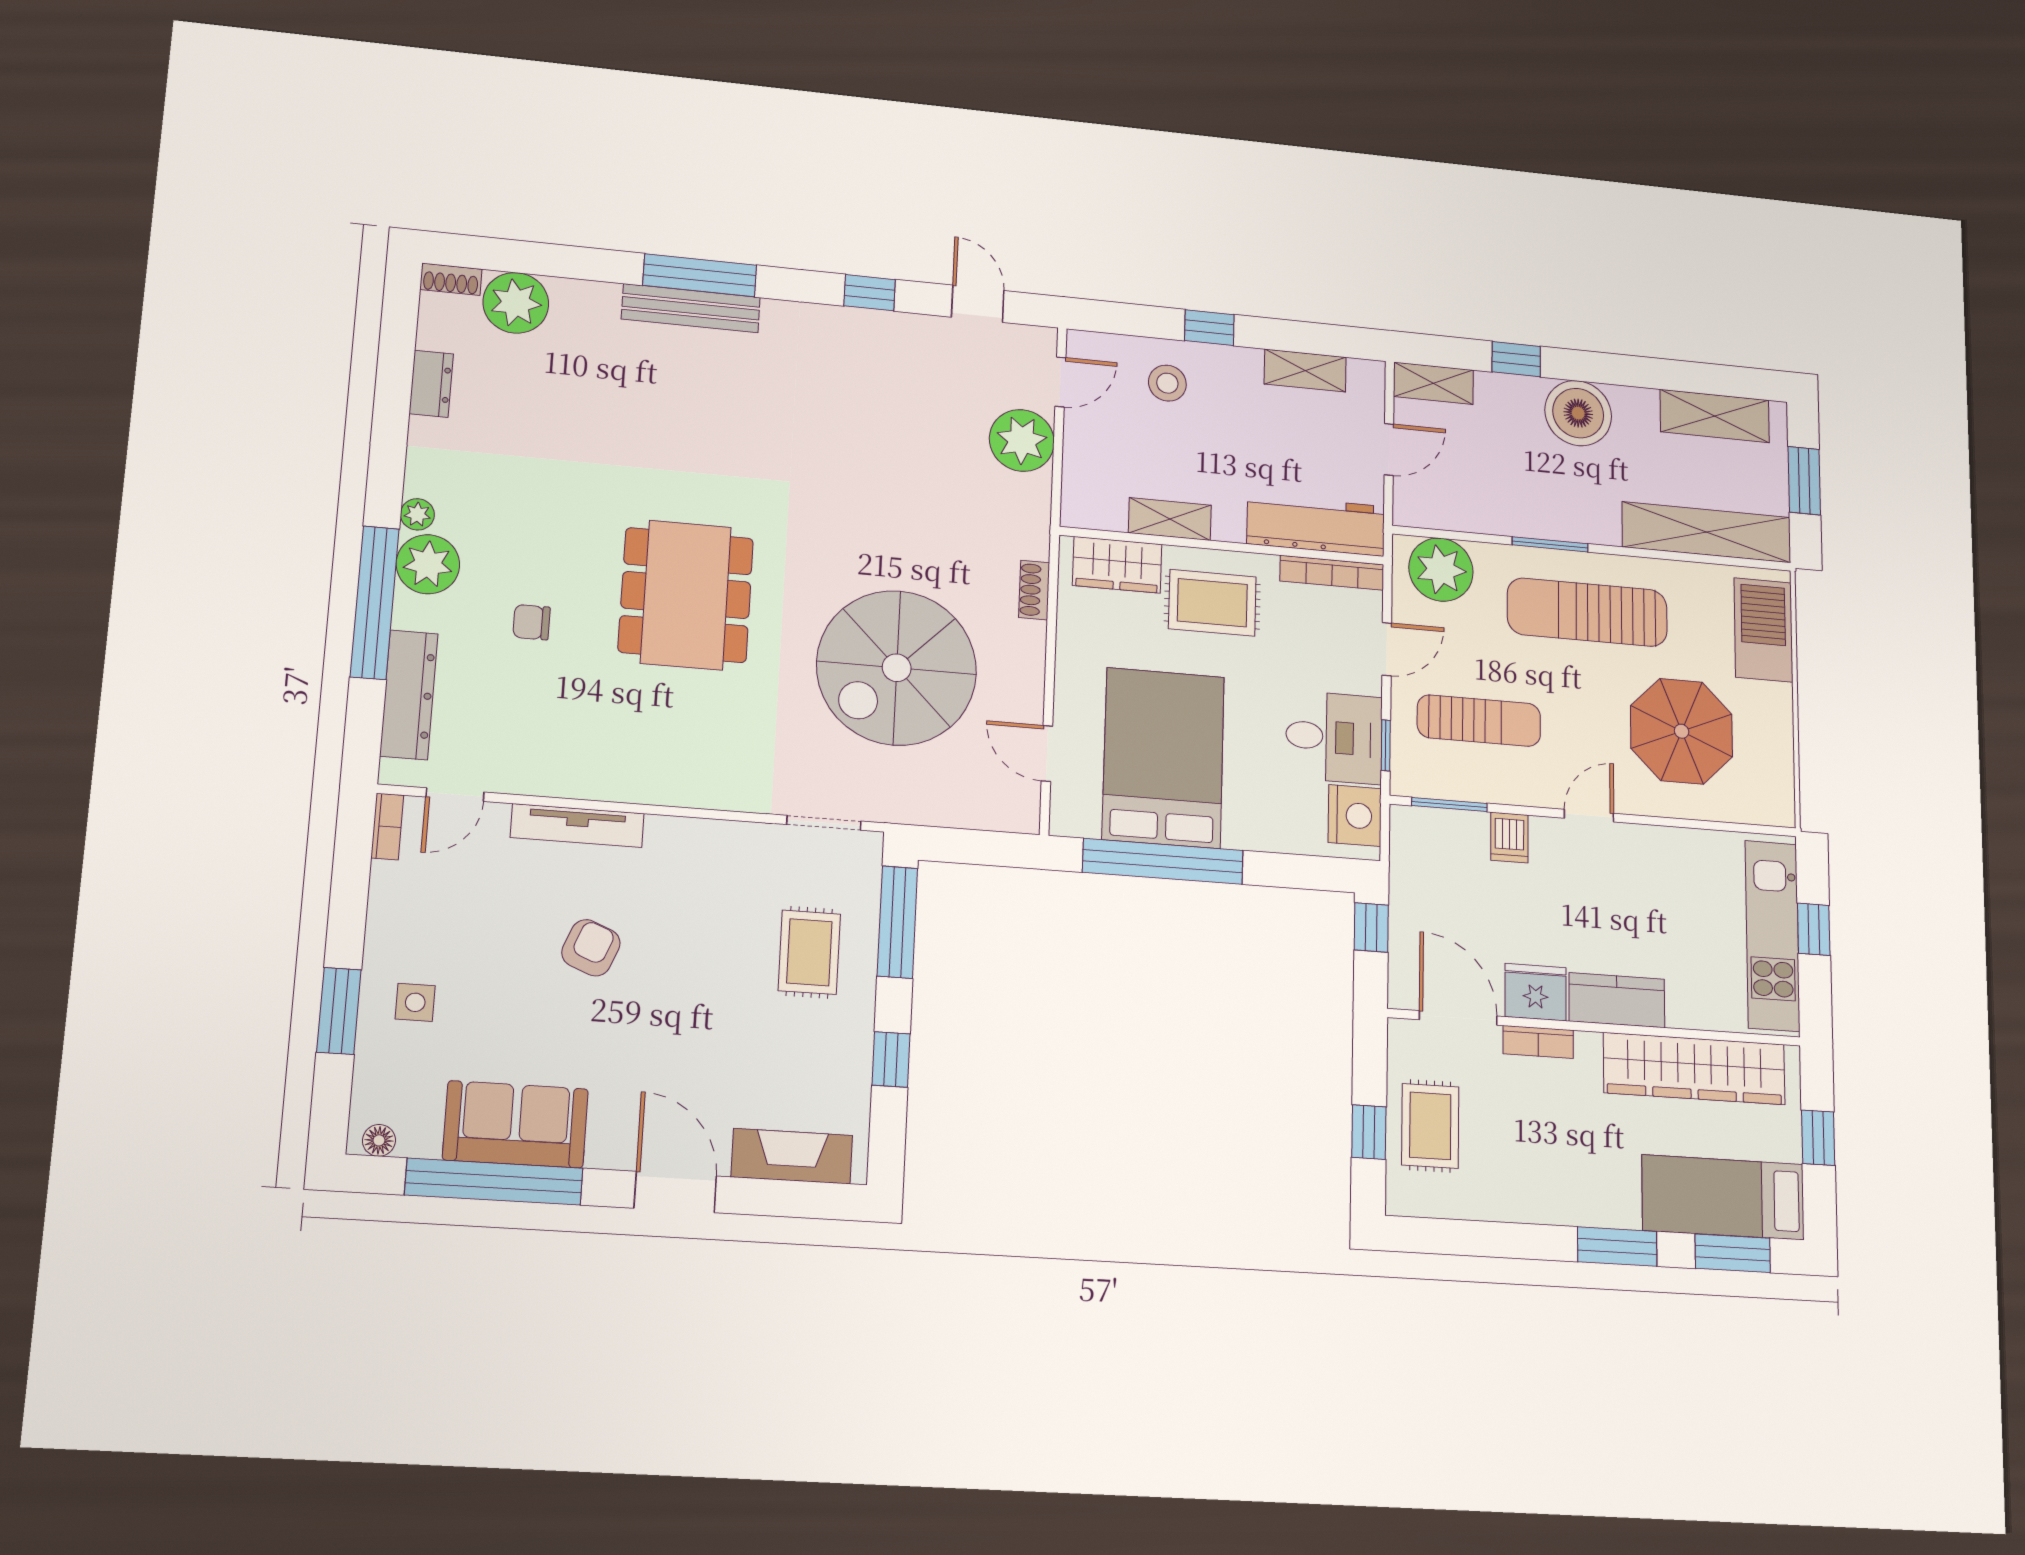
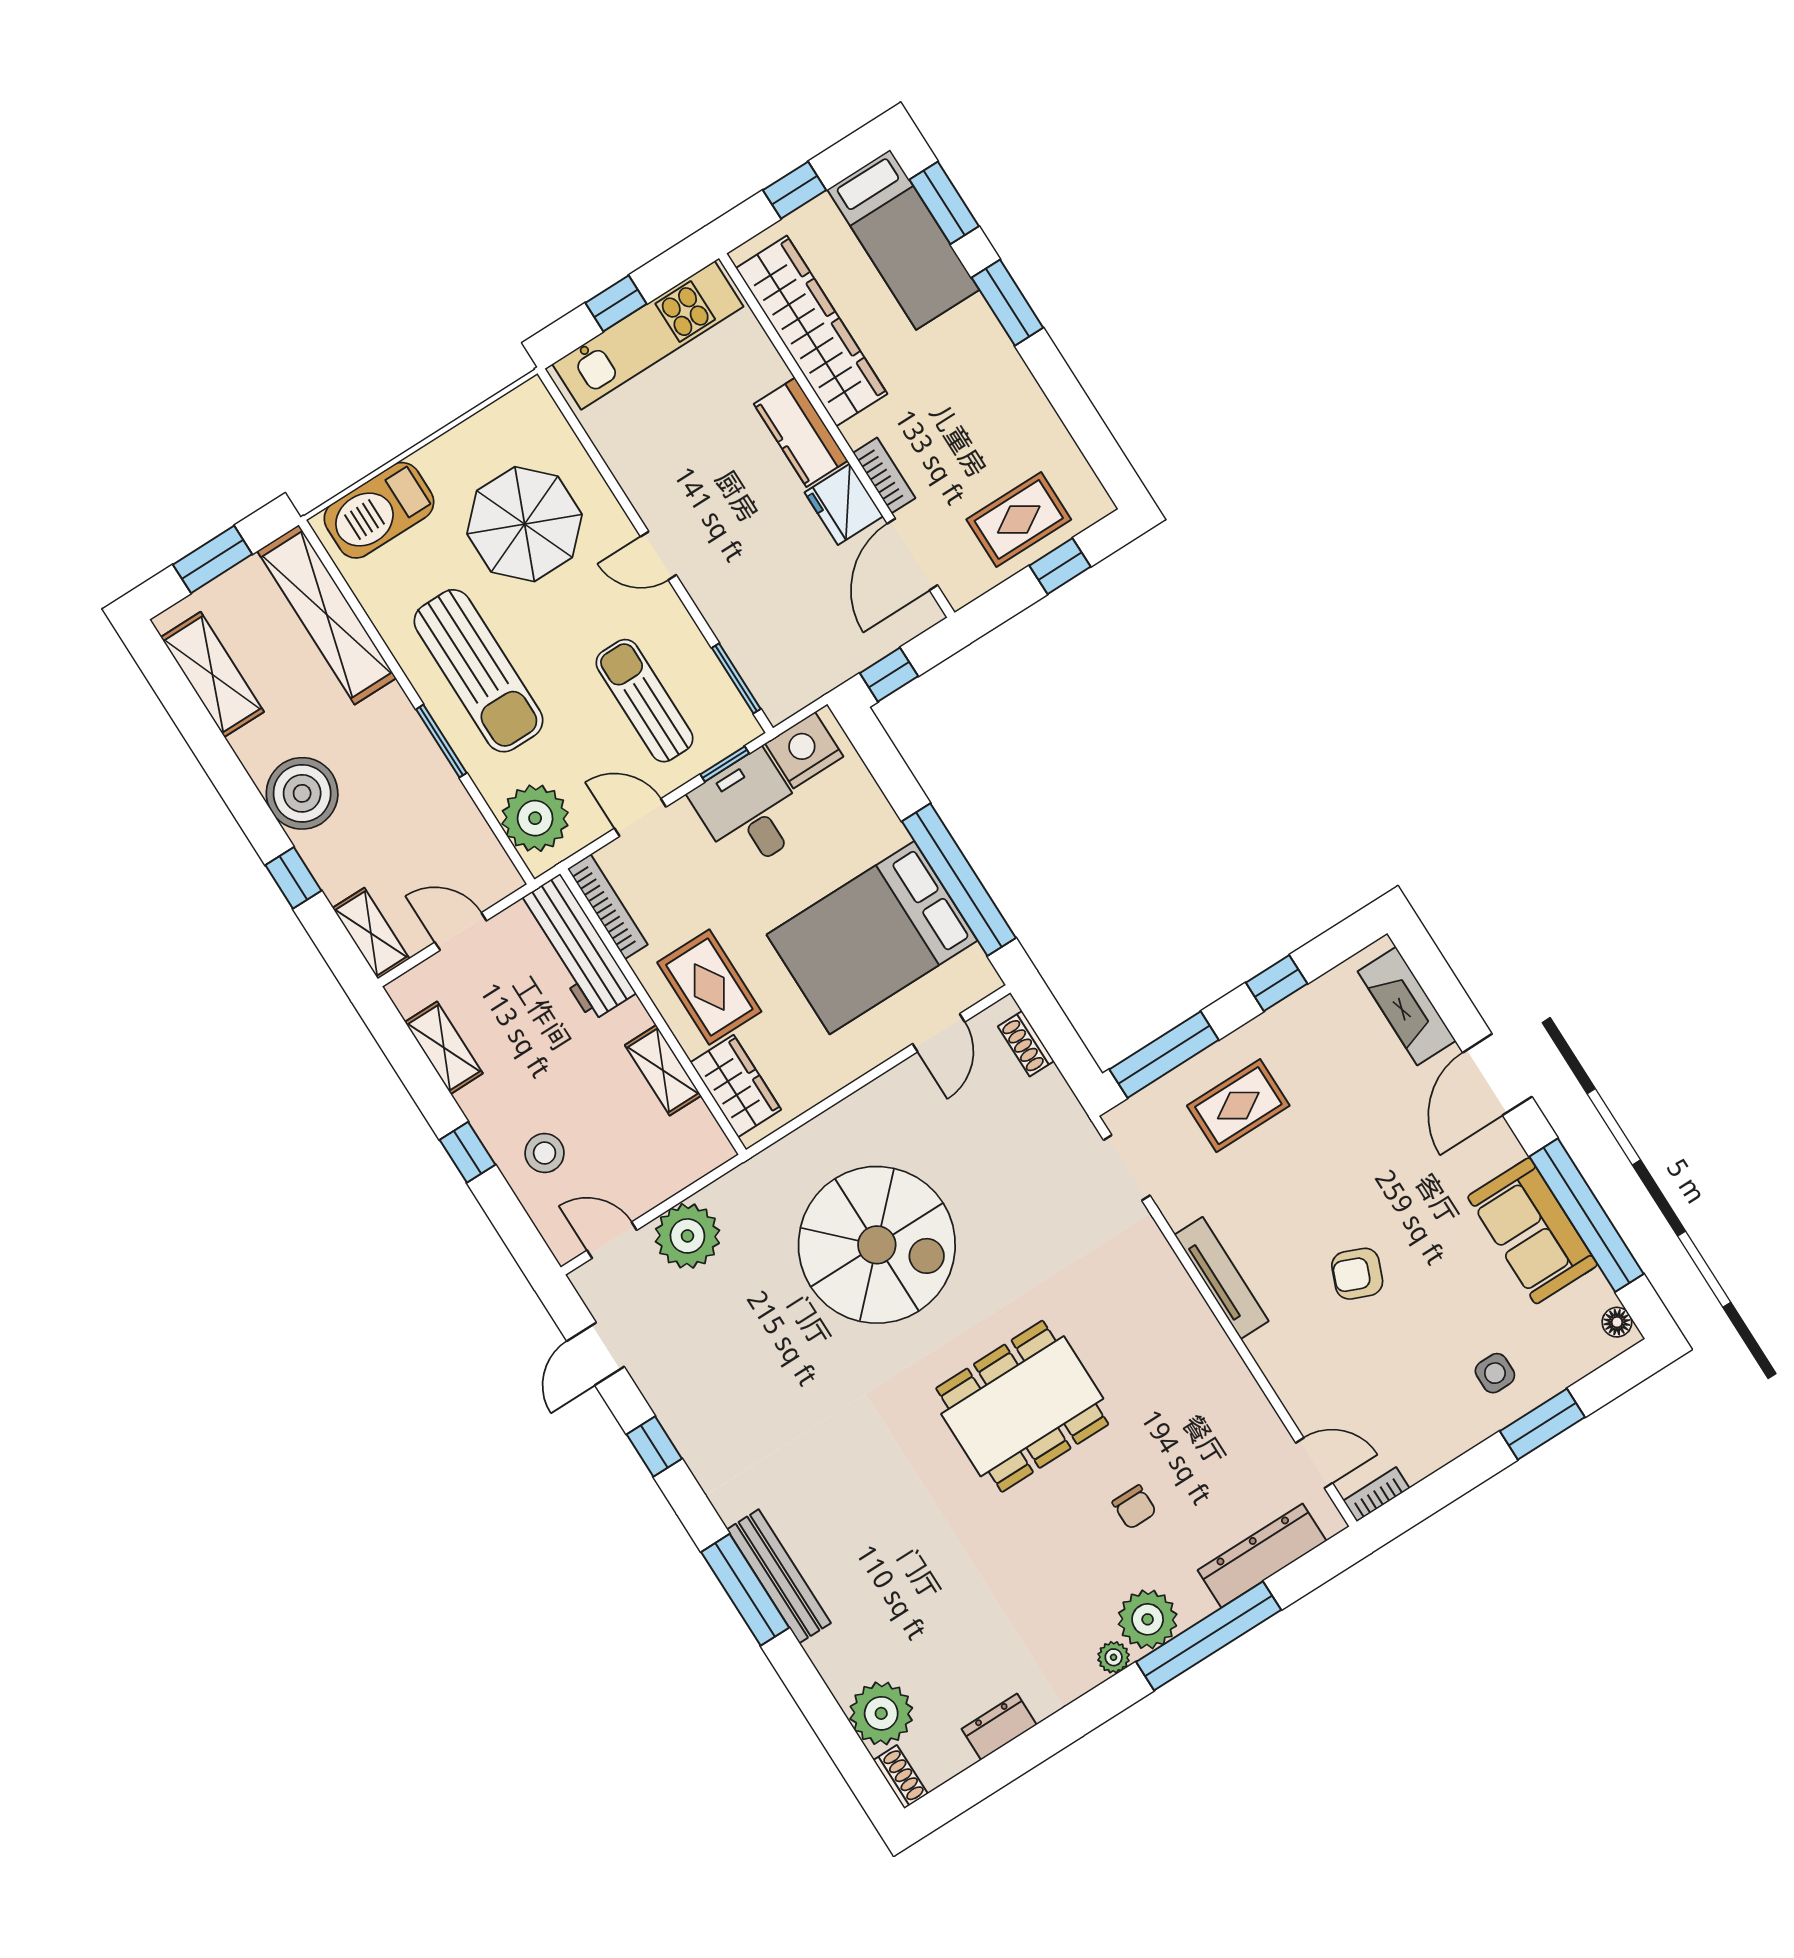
shoe rack: (1034, 590) -> (1026, 1044), moved, turned 90
spiral stairs: (897, 668) -> (877, 1245), moved
tv unit: (577, 825) -> (1222, 1278), moved
dishwasher: (1509, 838) -> (727, 610), removed

